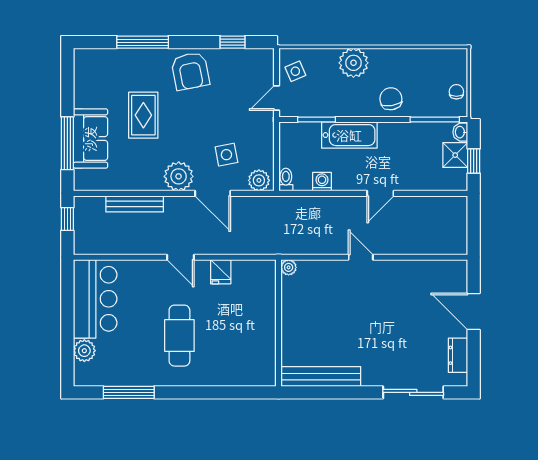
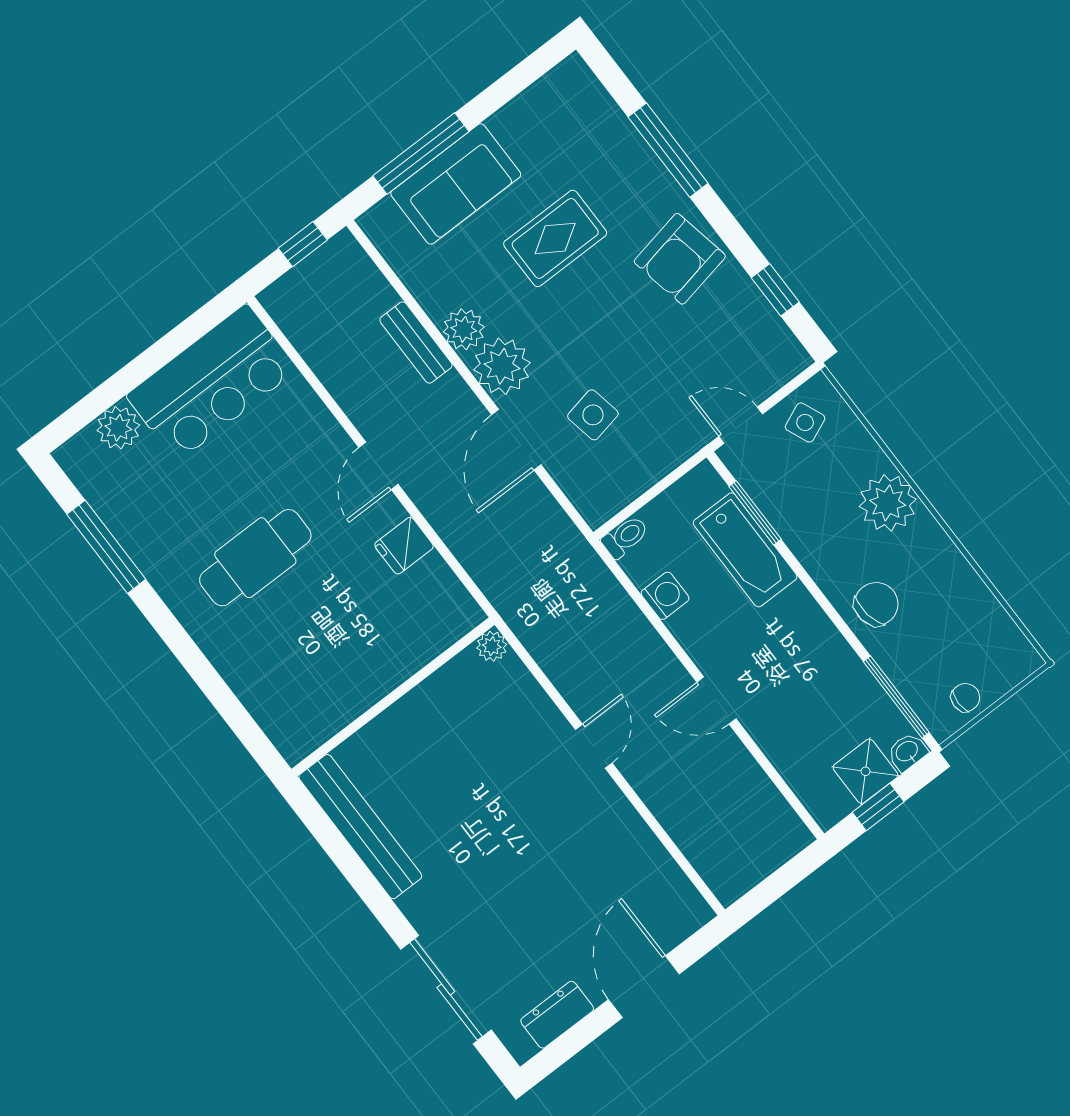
bathtub: (349, 135) -> (745, 550), moved
plant: (259, 180) -> (464, 329), moved
bench: (135, 204) -> (416, 343), width x0.73

